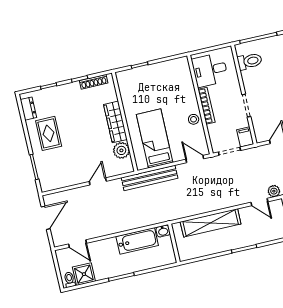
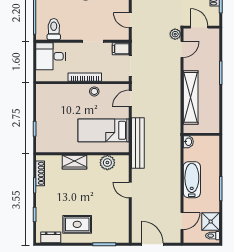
desk: (210, 70) -> (51, 56), moved, turned 90
wardrobe: (115, 122) -> (75, 162), width x0.67
bathtub: (137, 241) -> (192, 180), moved

